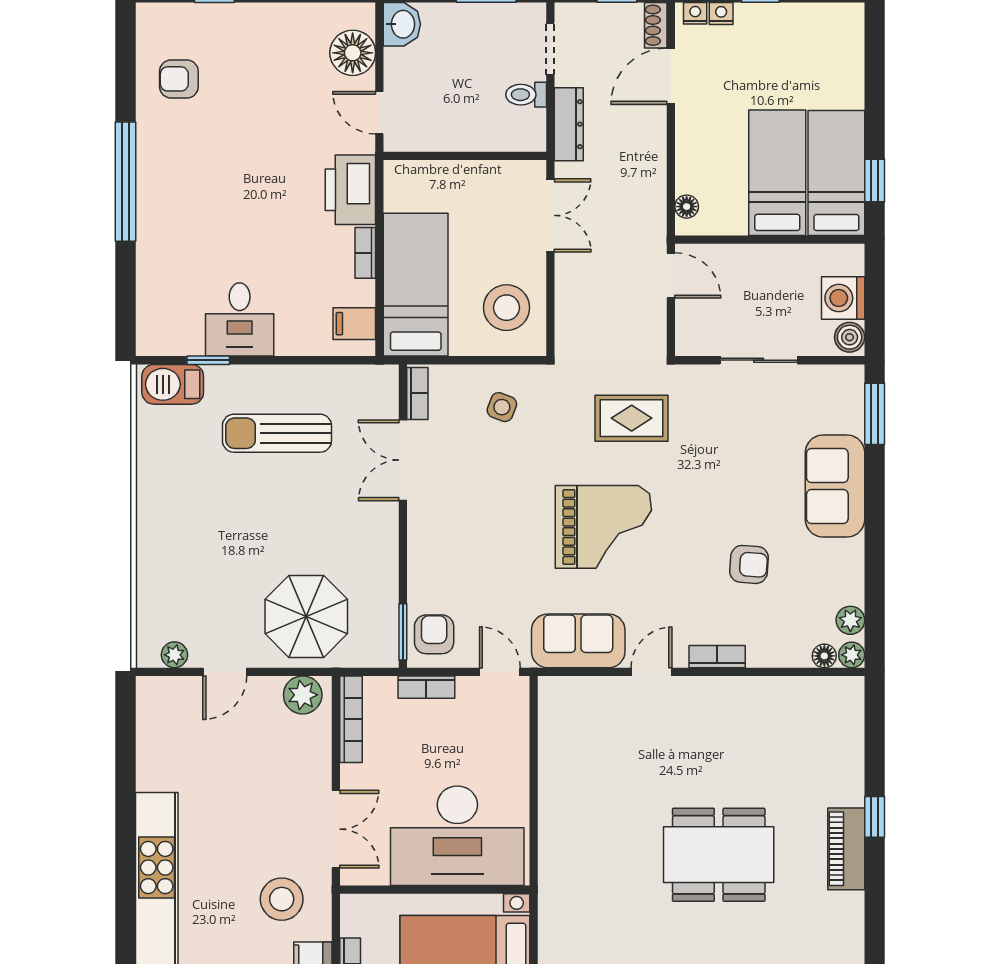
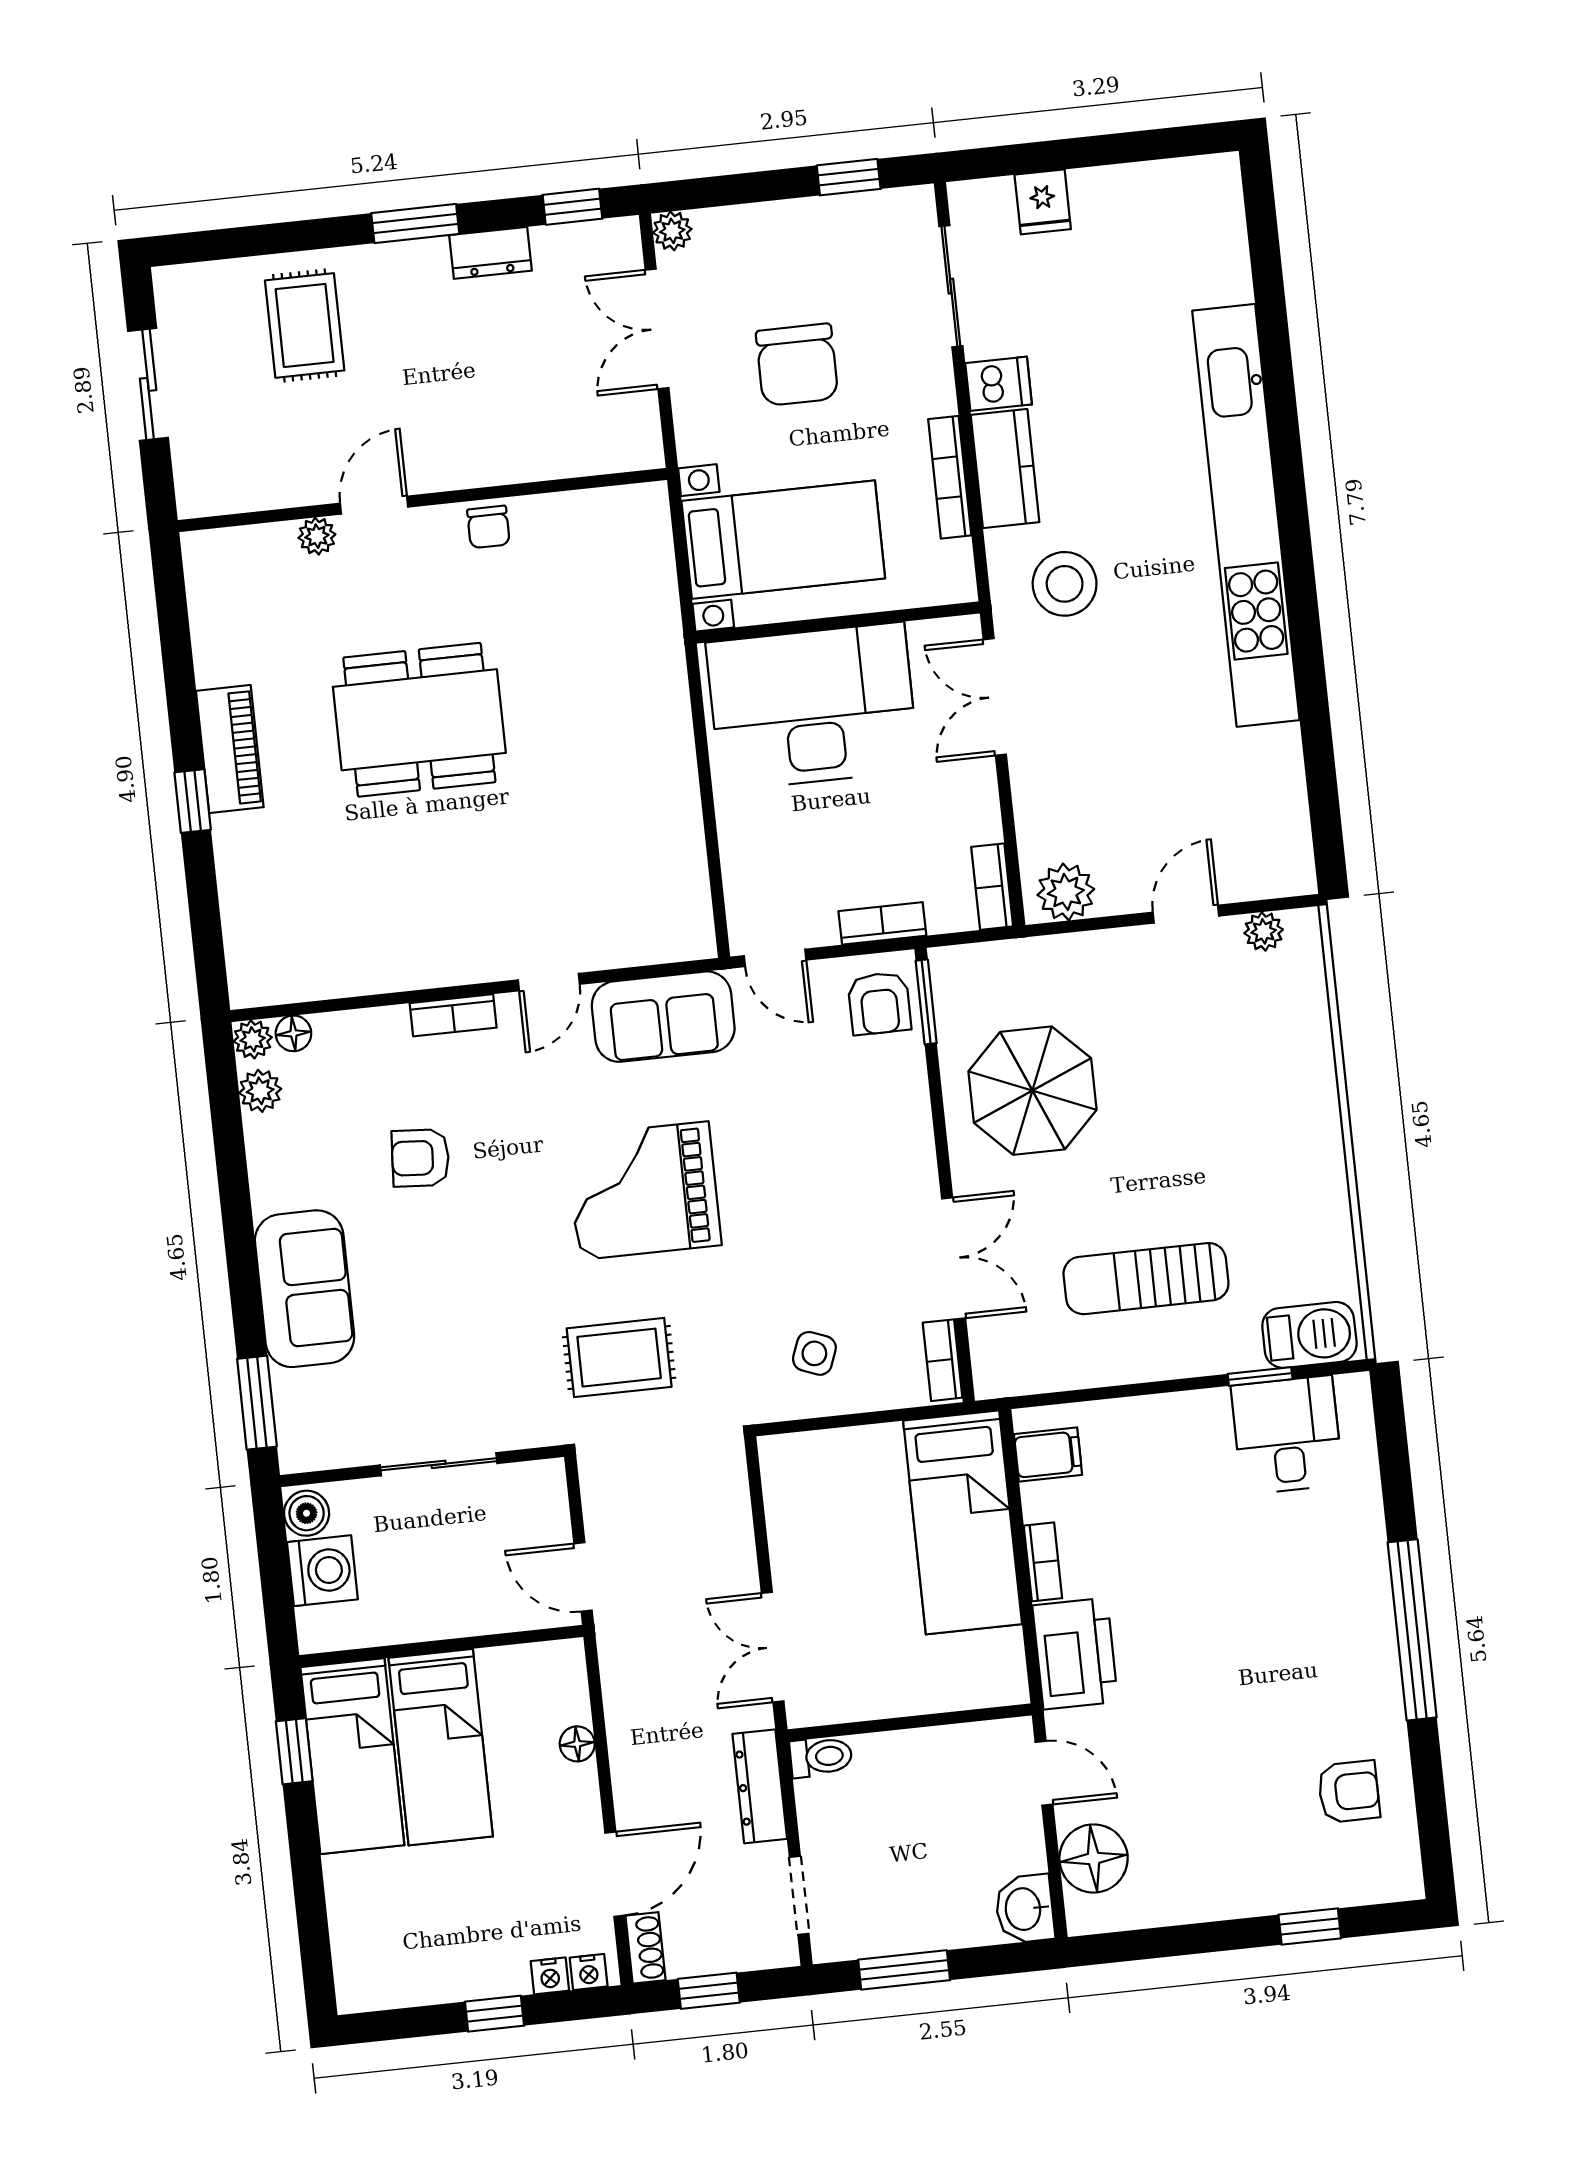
toilet: (526, 95) -> (821, 1757), moved
floor lamp: (687, 207) -> (577, 1744), moved
stool: (507, 308) -> (823, 1503), removed
desk: (240, 319) -> (1287, 1435), moved
sun lounger: (277, 433) -> (1146, 1279), turned 180
parasol: (306, 616) -> (1032, 1091), moved
bookcase: (351, 719) -> (992, 887), width x0.64

